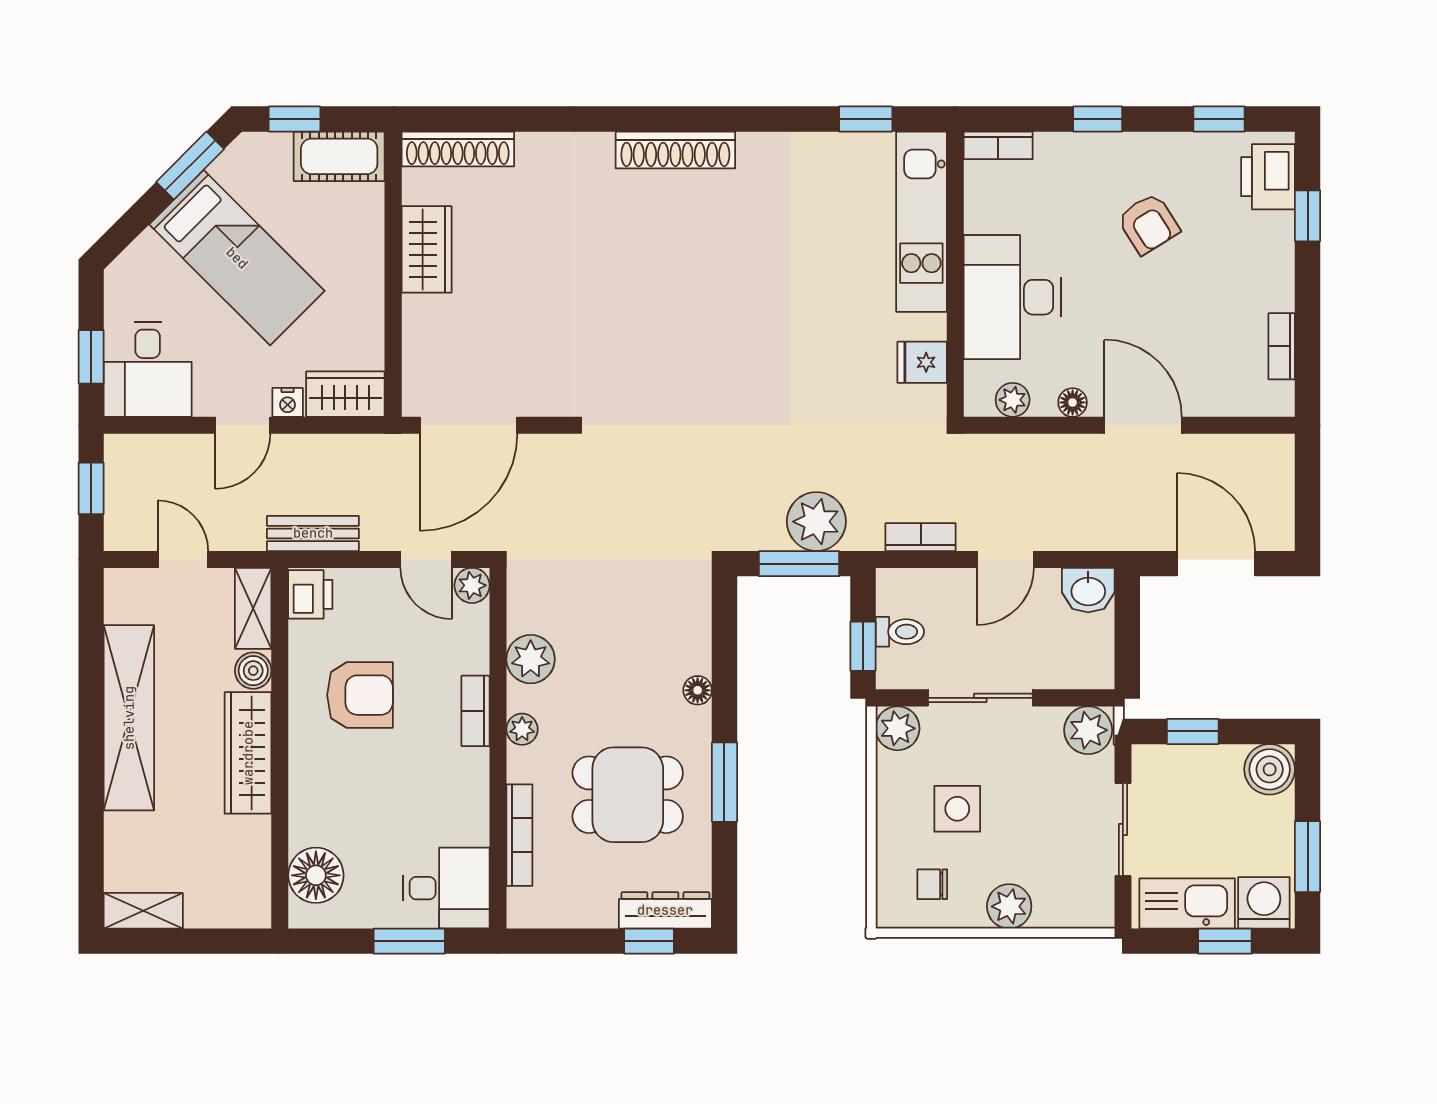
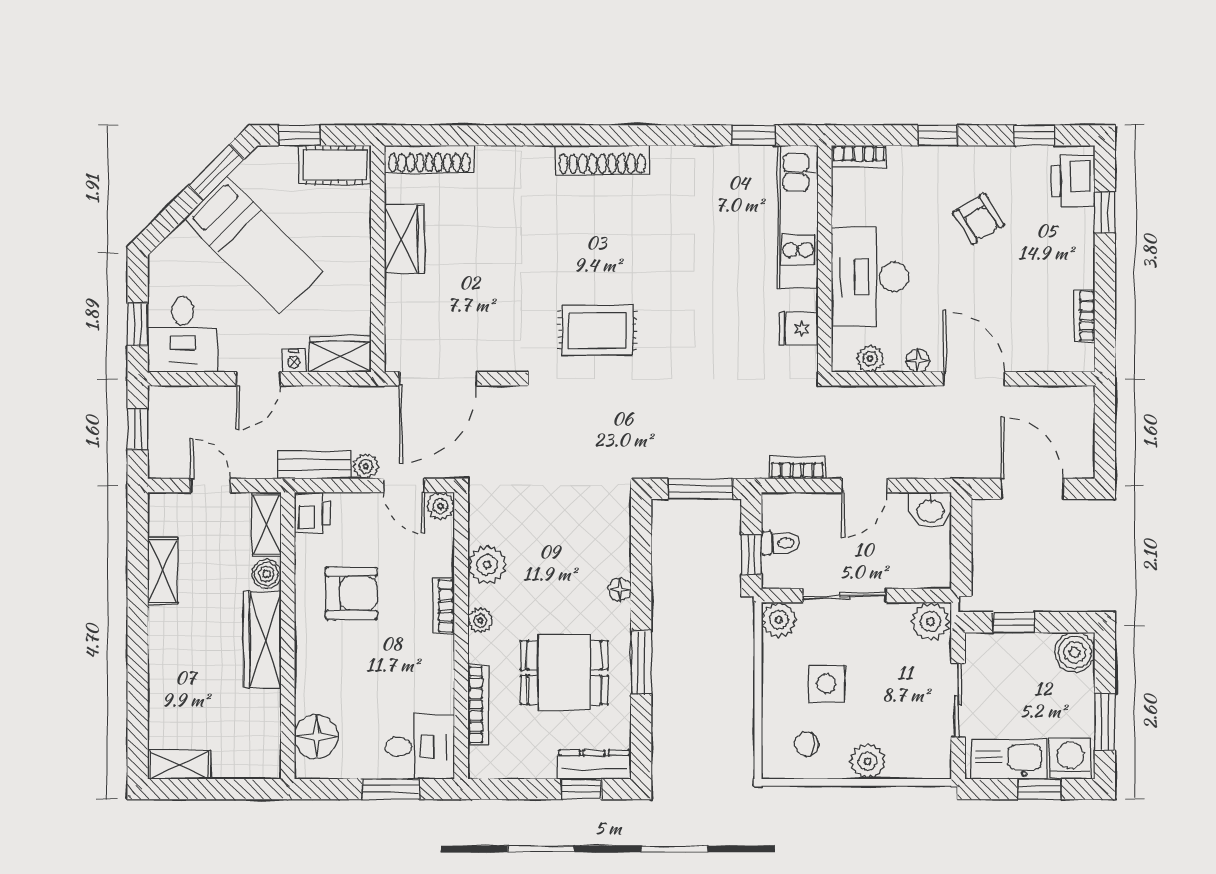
rug: (669, 365) -> (597, 331), added
plant: (816, 522) -> (366, 466), moved, width x0.53, depth x0.53
shelving: (129, 718) -> (163, 571), width x0.45, depth x0.75

